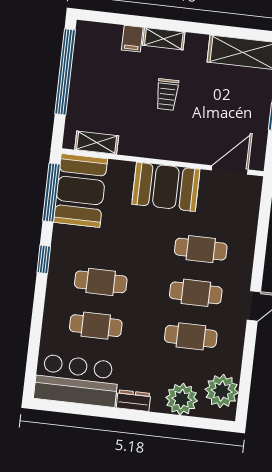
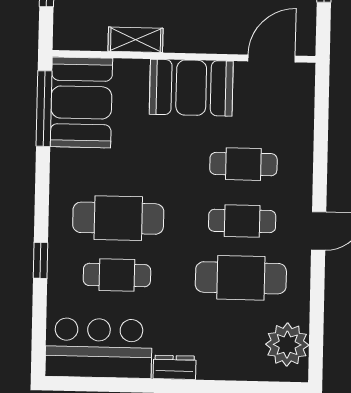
shelving: (97, 143) -> (136, 40), moved
window: (44, 259) -> (41, 260), moved
cafe table: (101, 282) -> (118, 218), width x1.37, depth x1.35
cafe table: (191, 336) -> (241, 278), width x1.37, depth x1.35
plant: (182, 399) -> (236, 360), removed

